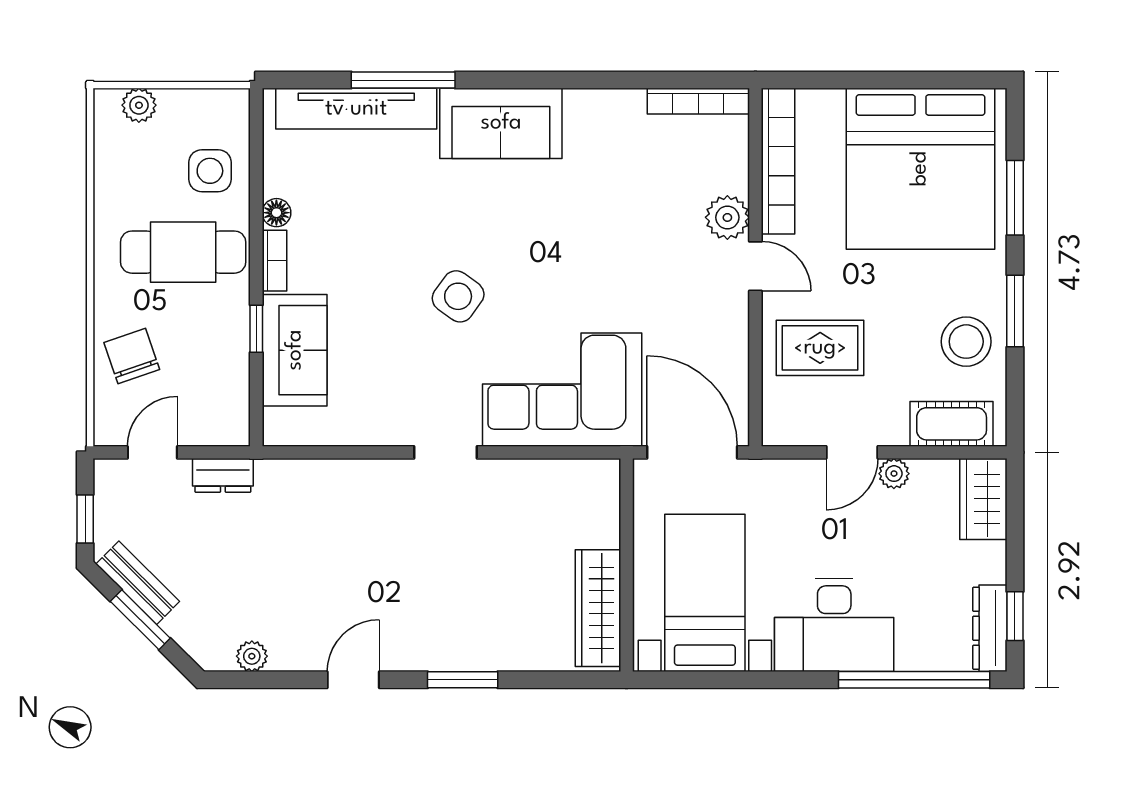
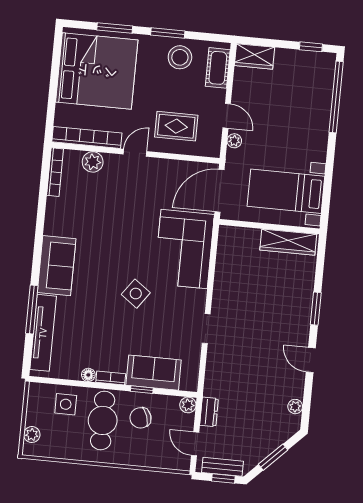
plant: (727, 217) -> (93, 162), moved
rug: (820, 348) -> (176, 126), turned 90
chair: (132, 356) -> (140, 418), moved
plant: (233, 429) -> (188, 405), added
doorway: (446, 452) -> (206, 329), moved
plant: (894, 474) -> (234, 141), moved
bench: (138, 583) -> (223, 467), moved, turned 45
desk: (834, 625) -> (307, 132), removed
dresser: (990, 628) -> (315, 59), removed

